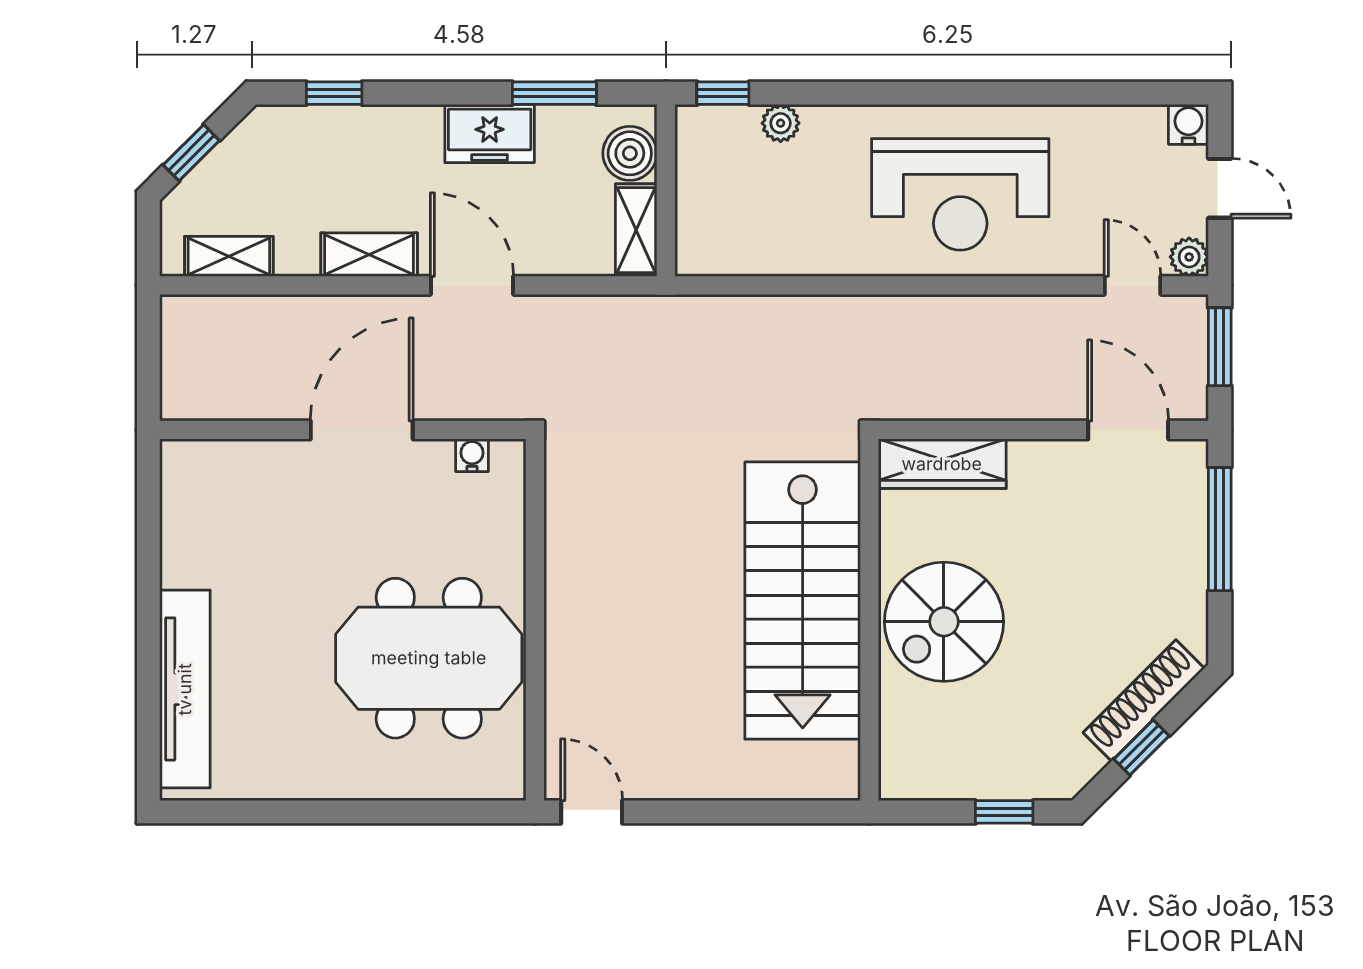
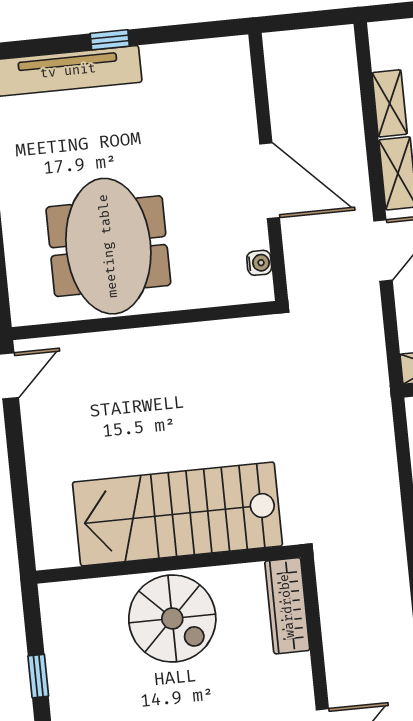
shelving: (229, 256) -> (390, 103), moved
spiral stairs: (944, 622) -> (172, 618), turned 180
window: (148, 628) -> (110, 40), added

